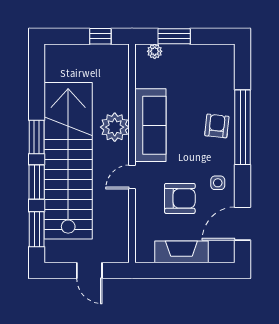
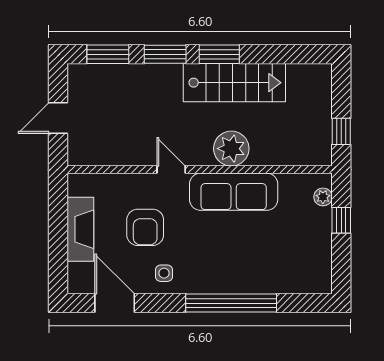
window: (174, 36) -> (341, 220), width x0.67
armchair: (217, 126) -> (233, 272), removed
stairs: (68, 161) -> (234, 83), width x0.54, depth x0.66

